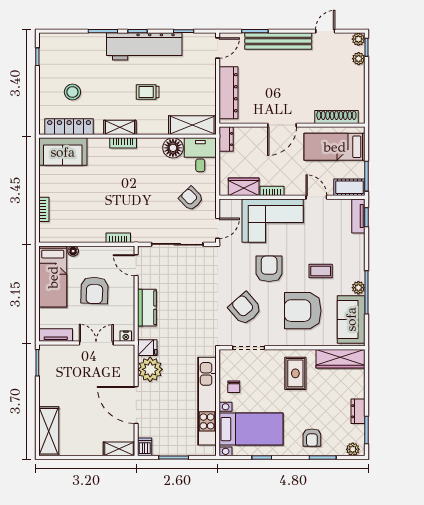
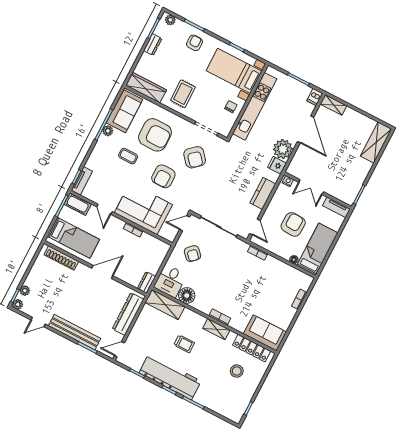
wardrobe: (244, 187) -> (151, 243), removed

